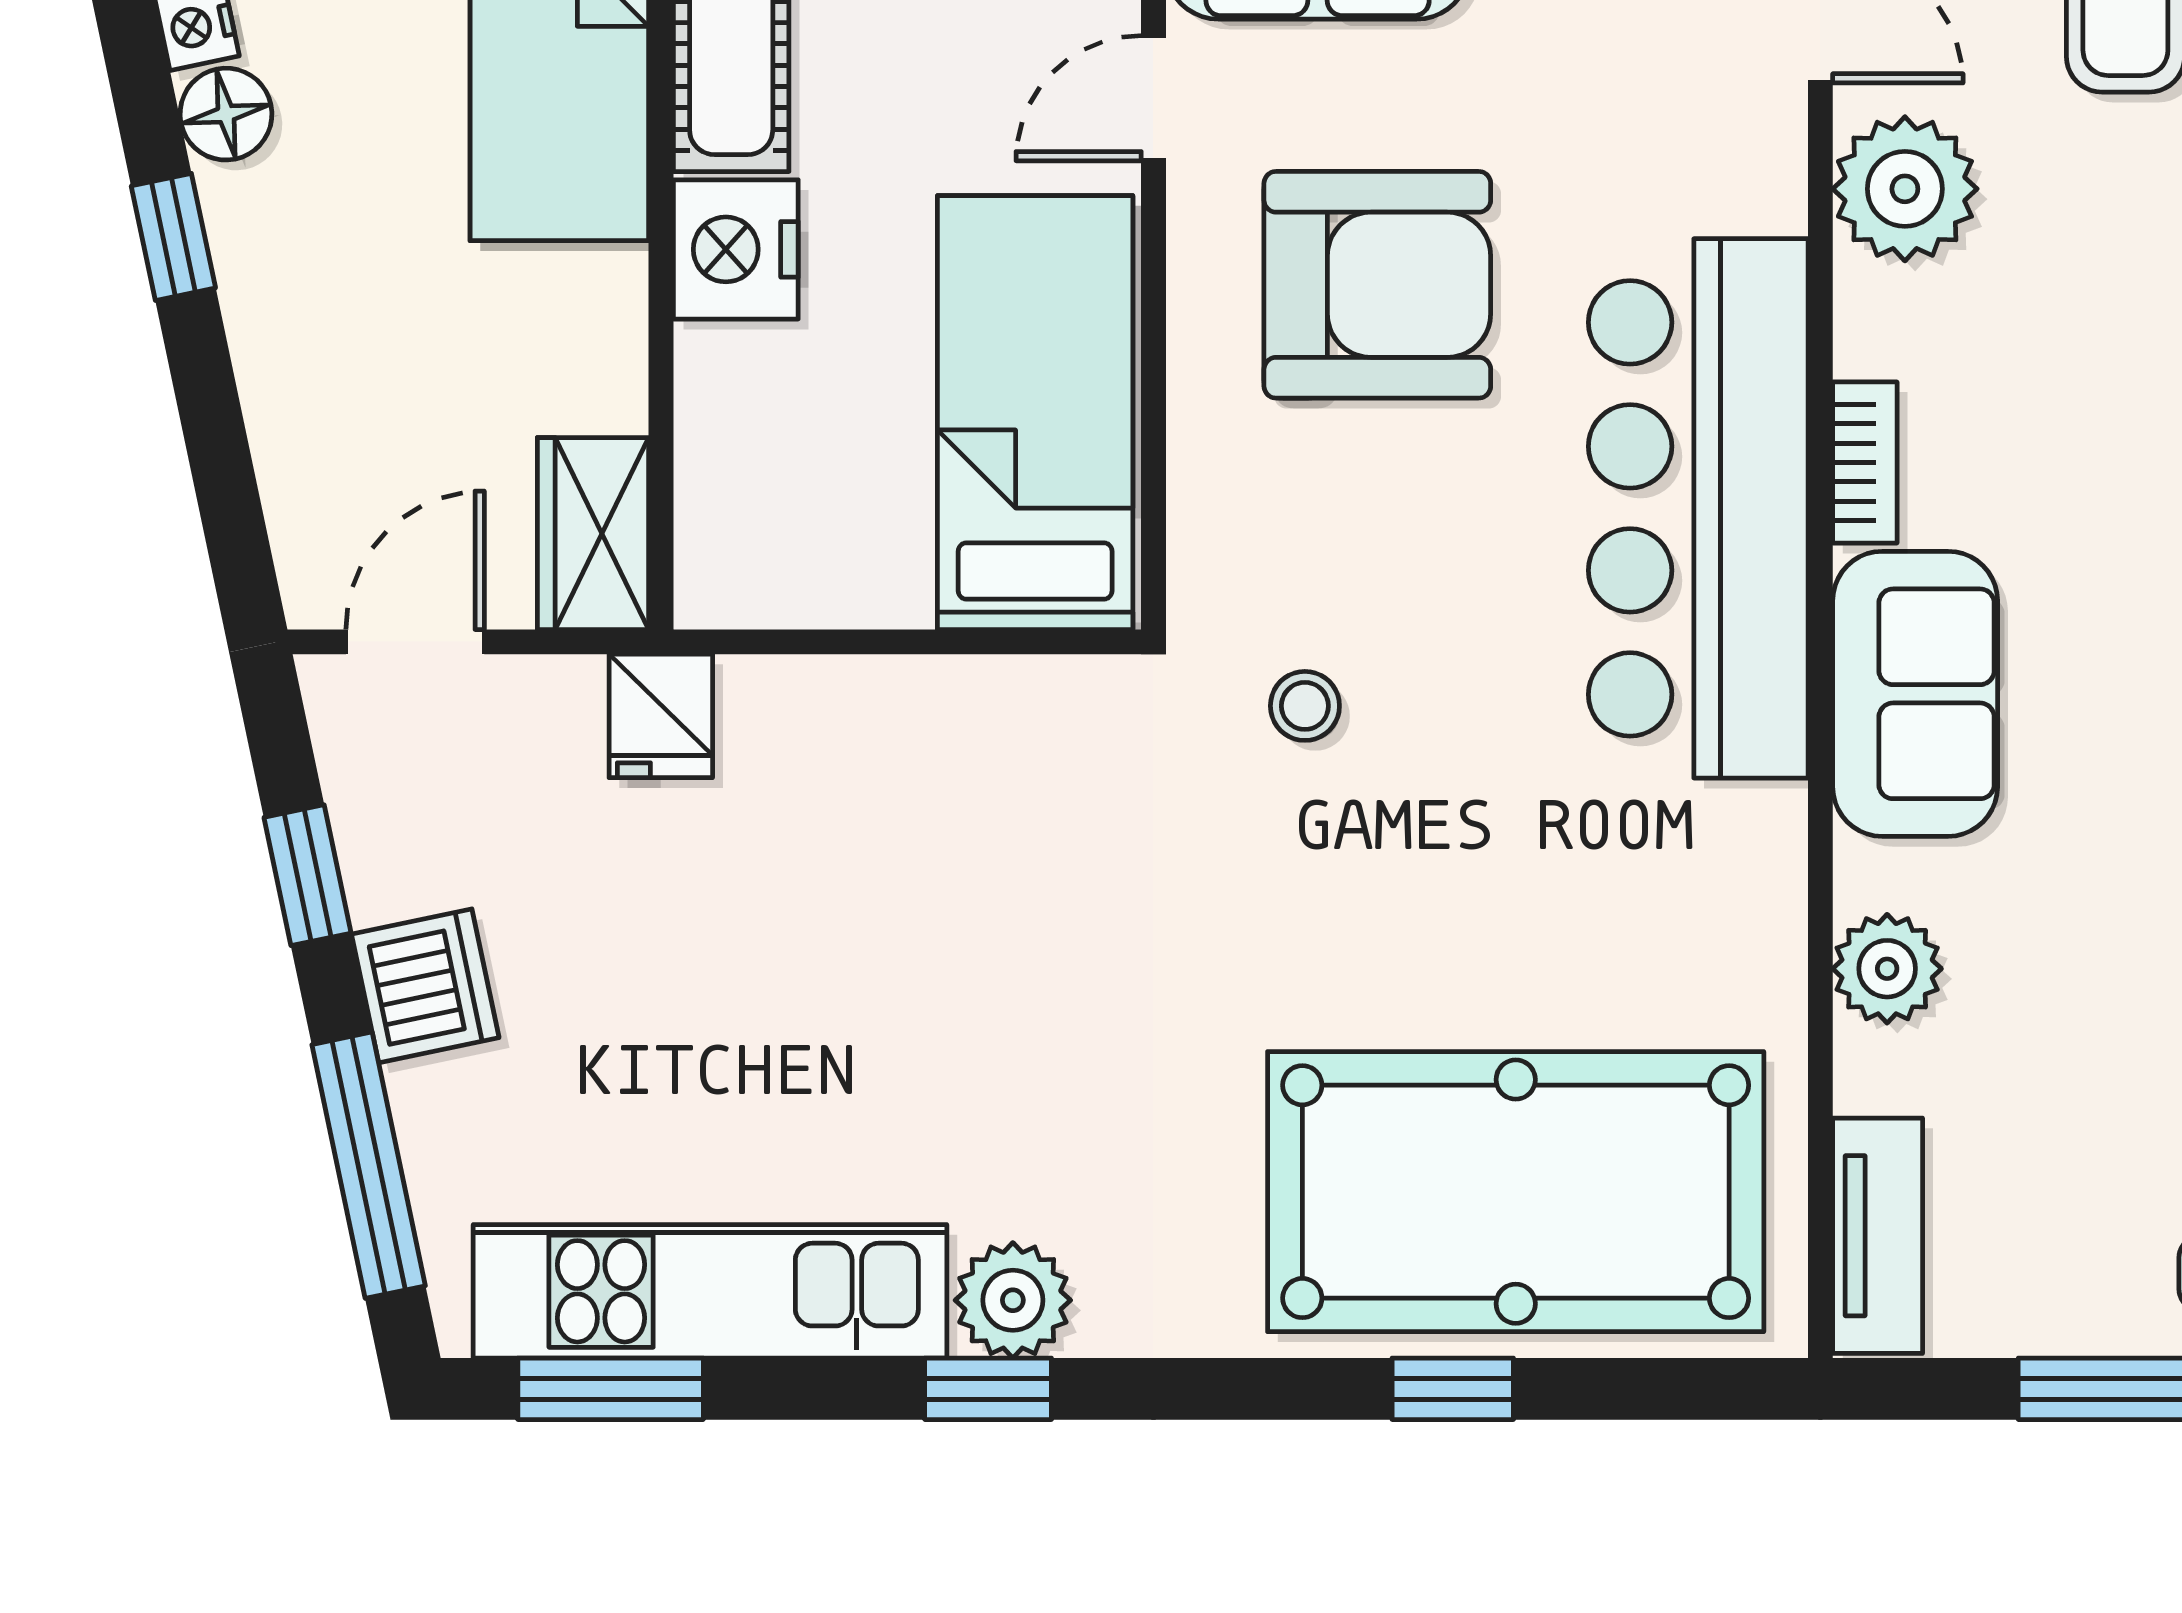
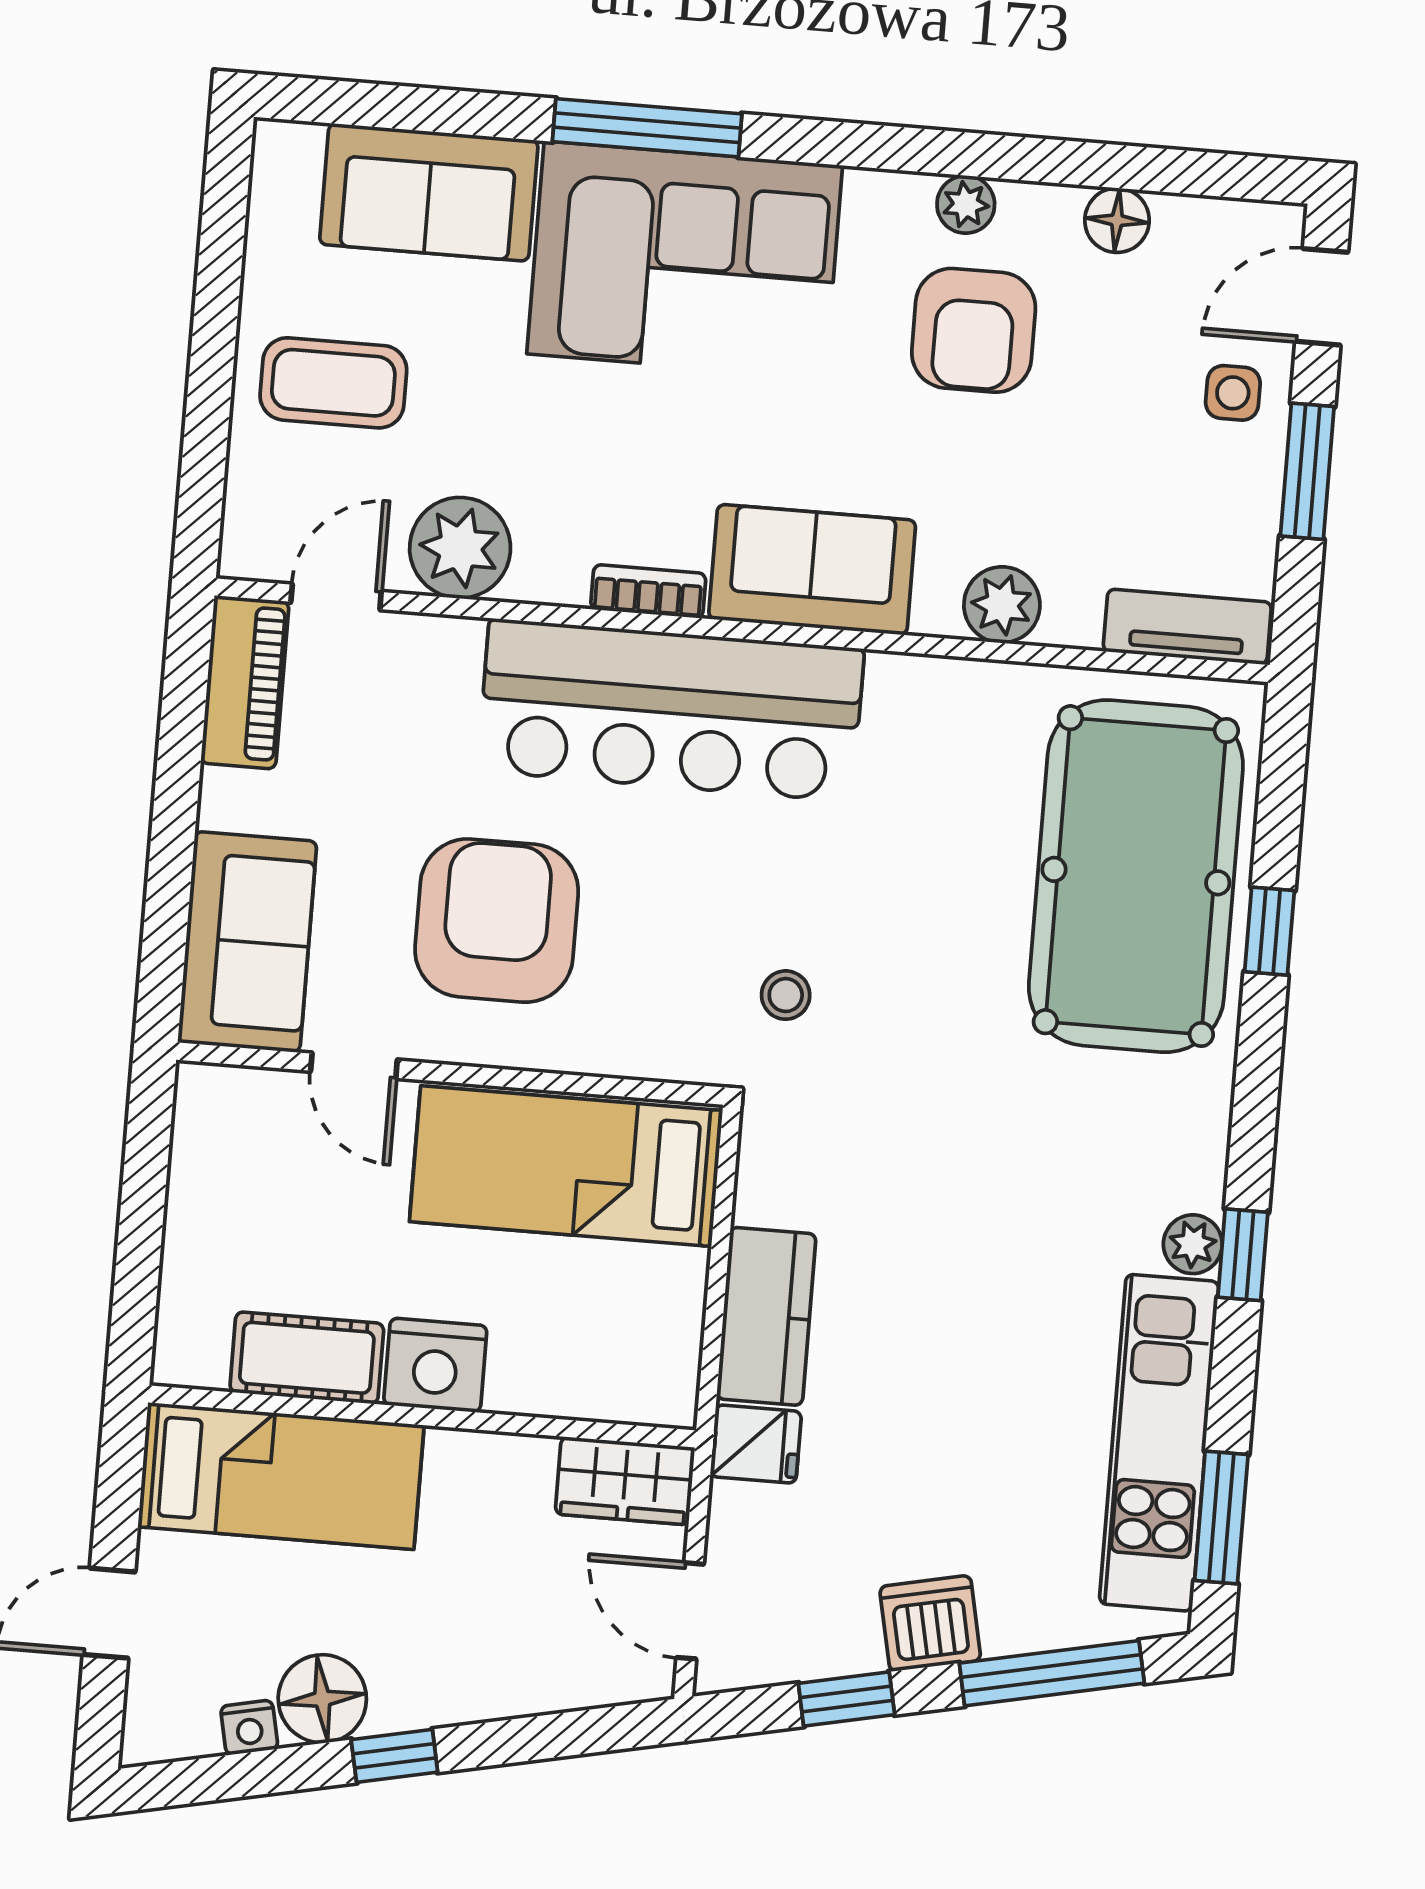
floor lamp: (226, 114) -> (322, 1699), width x1.38, depth x1.38
kitchen counter: (844, 716) -> (766, 1316), added
plant: (1013, 1300) -> (1193, 1244), width x0.73, depth x0.73

